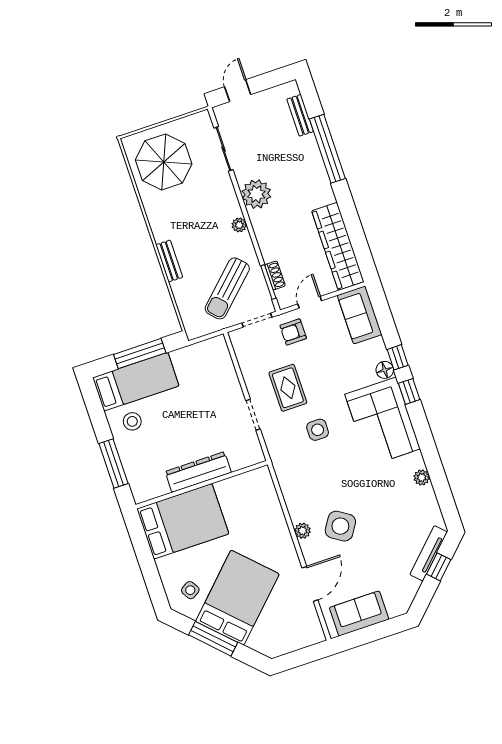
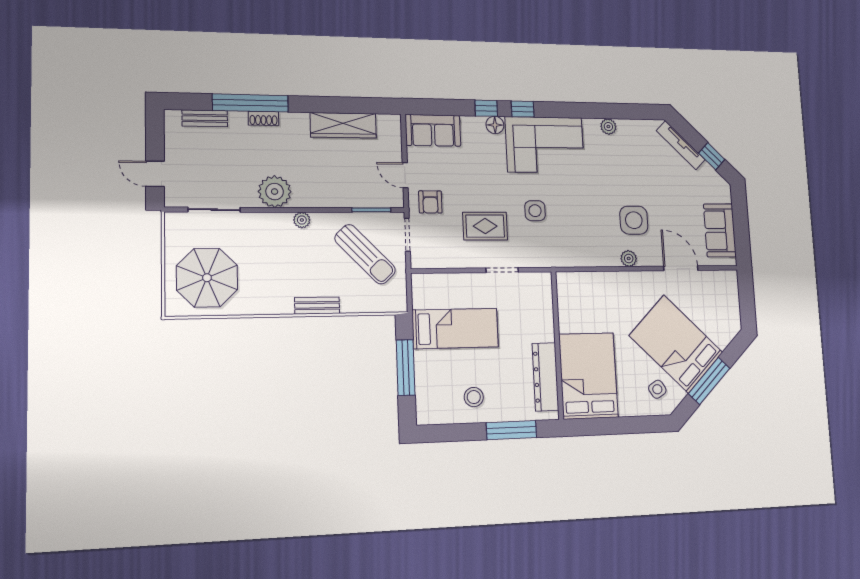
wardrobe: (338, 246) -> (343, 125), width x0.71, depth x0.85
shoe rack: (275, 275) -> (263, 118), moved, turned 180
bed: (136, 382) -> (455, 328), moved, turned 90
dresser: (198, 472) -> (546, 377), moved
side table: (340, 526) -> (634, 220), turned -33
window: (439, 567) -> (712, 156), moved

